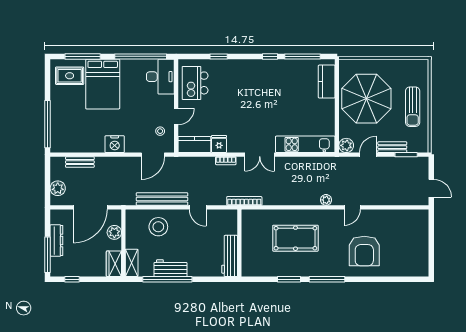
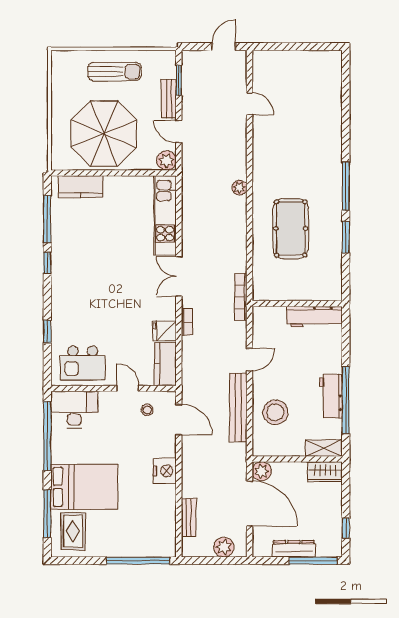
double door: (260, 155) -> (179, 276), swing flipped
door: (352, 207) -> (249, 104), moved
plant: (114, 232) -> (262, 471), moved
armchair: (364, 251) -> (308, 136), removed

